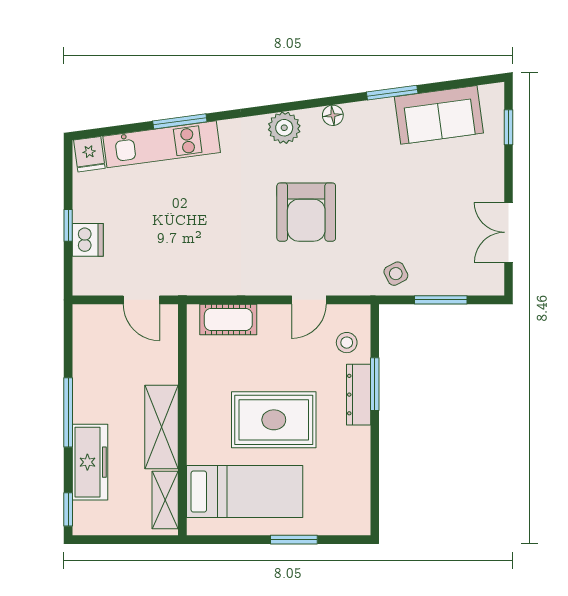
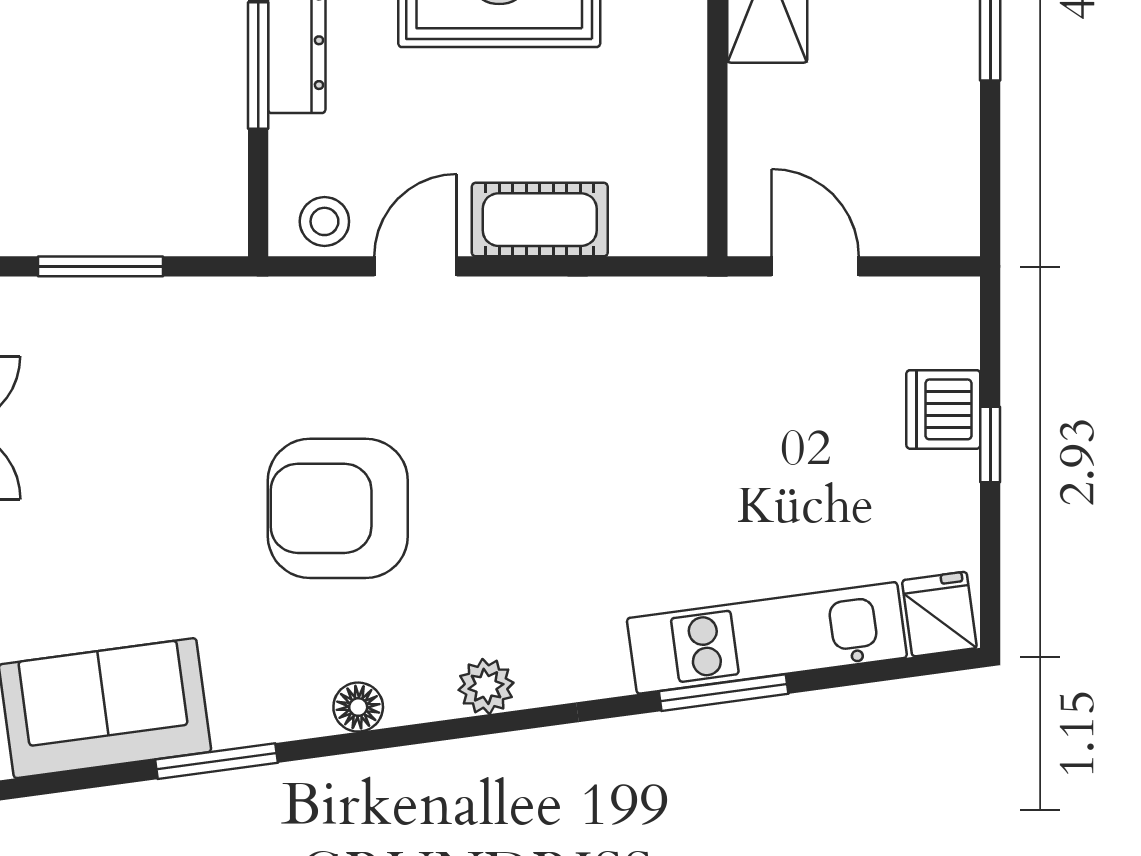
plant: (284, 128) -> (486, 686), width x0.73, depth x0.73
armchair: (306, 212) -> (338, 508), moved, turned -90
side table: (396, 274) -> (208, 329), removed
cot: (228, 319) -> (540, 220), moved
stool: (347, 343) -> (324, 221), moved

